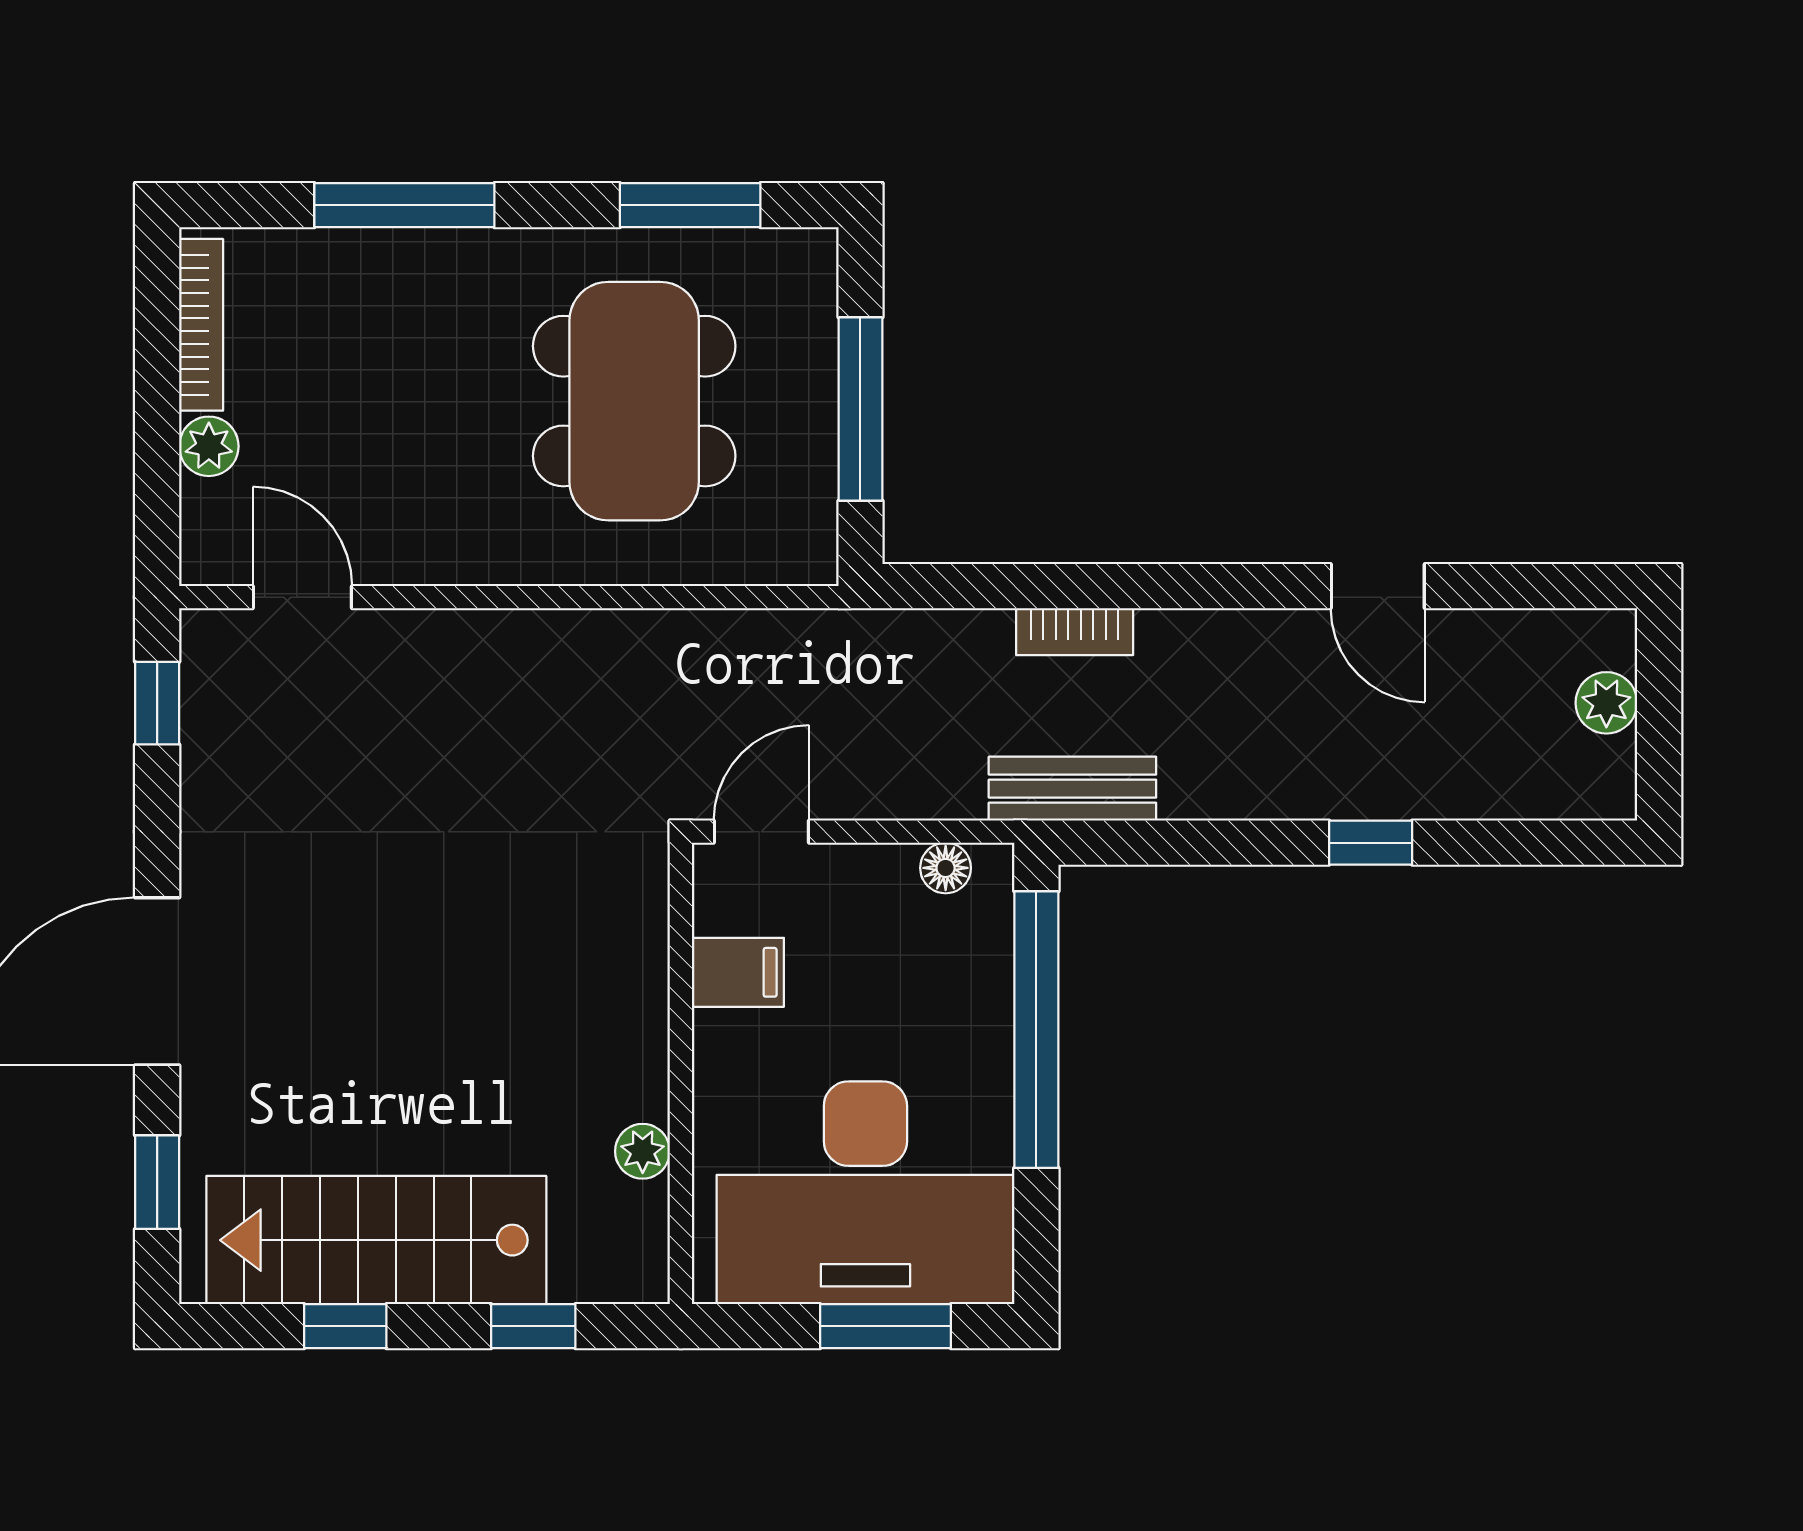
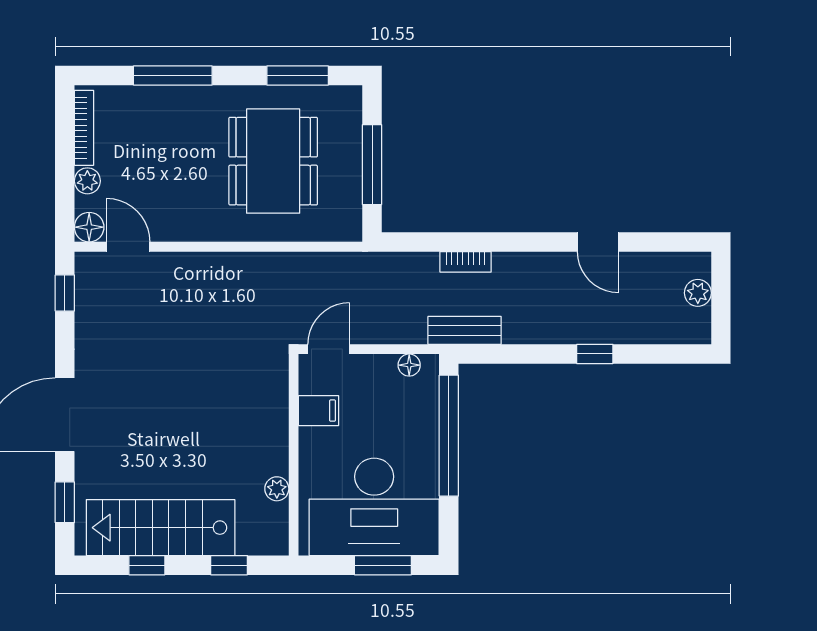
floor lamp: (213, 552) -> (89, 227), added

